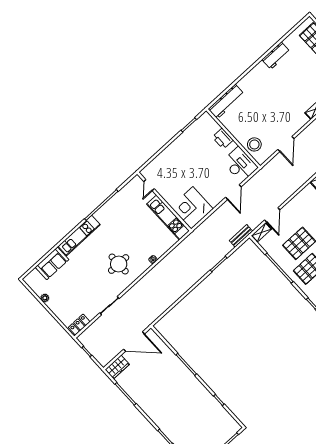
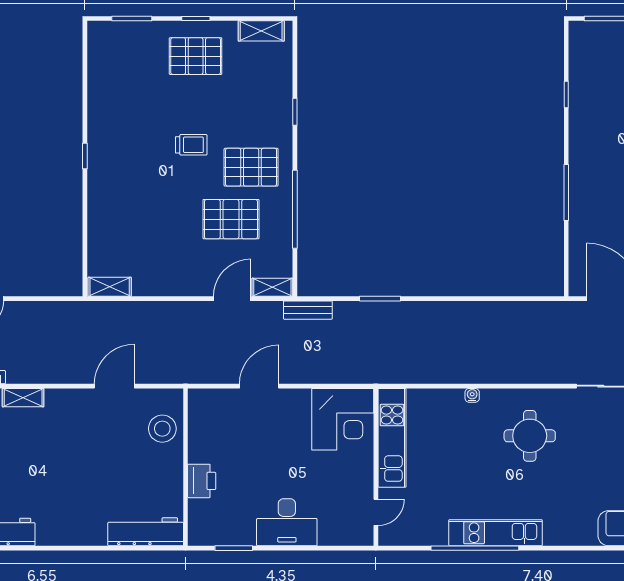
desk: (240, 164) -> (287, 522), moved, turned -90
kitchen unit: (79, 235) -> (495, 533), moved

